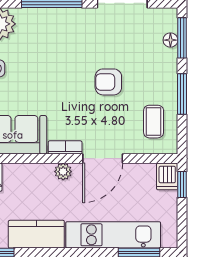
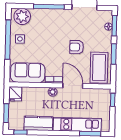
coffee table: (154, 122) -> (99, 68), width x1.86, depth x1.72
door: (103, 159) -> (73, 86), swing flipped
dishwasher: (167, 176) -> (105, 96), removed

